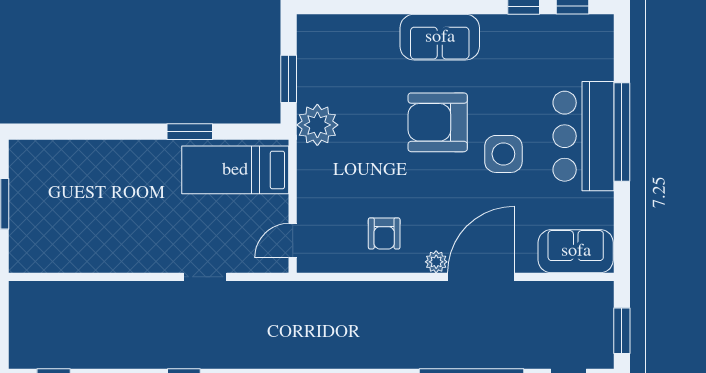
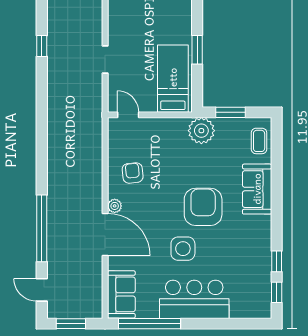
coffee table: (334, 34) -> (259, 141), added
sofa: (440, 37) -> (257, 189), moved
window: (622, 132) -> (150, 324), moved
armchair: (384, 233) -> (133, 173), turned 84

